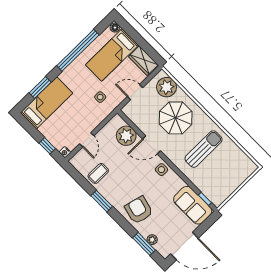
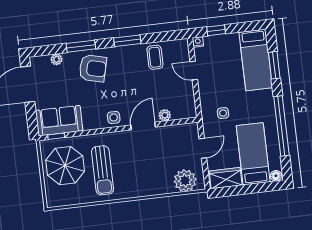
parasol: (176, 118) -> (65, 166), moved
plant: (126, 136) -> (165, 115), width x0.53, depth x0.53
window: (144, 244) -> (81, 46), moved

